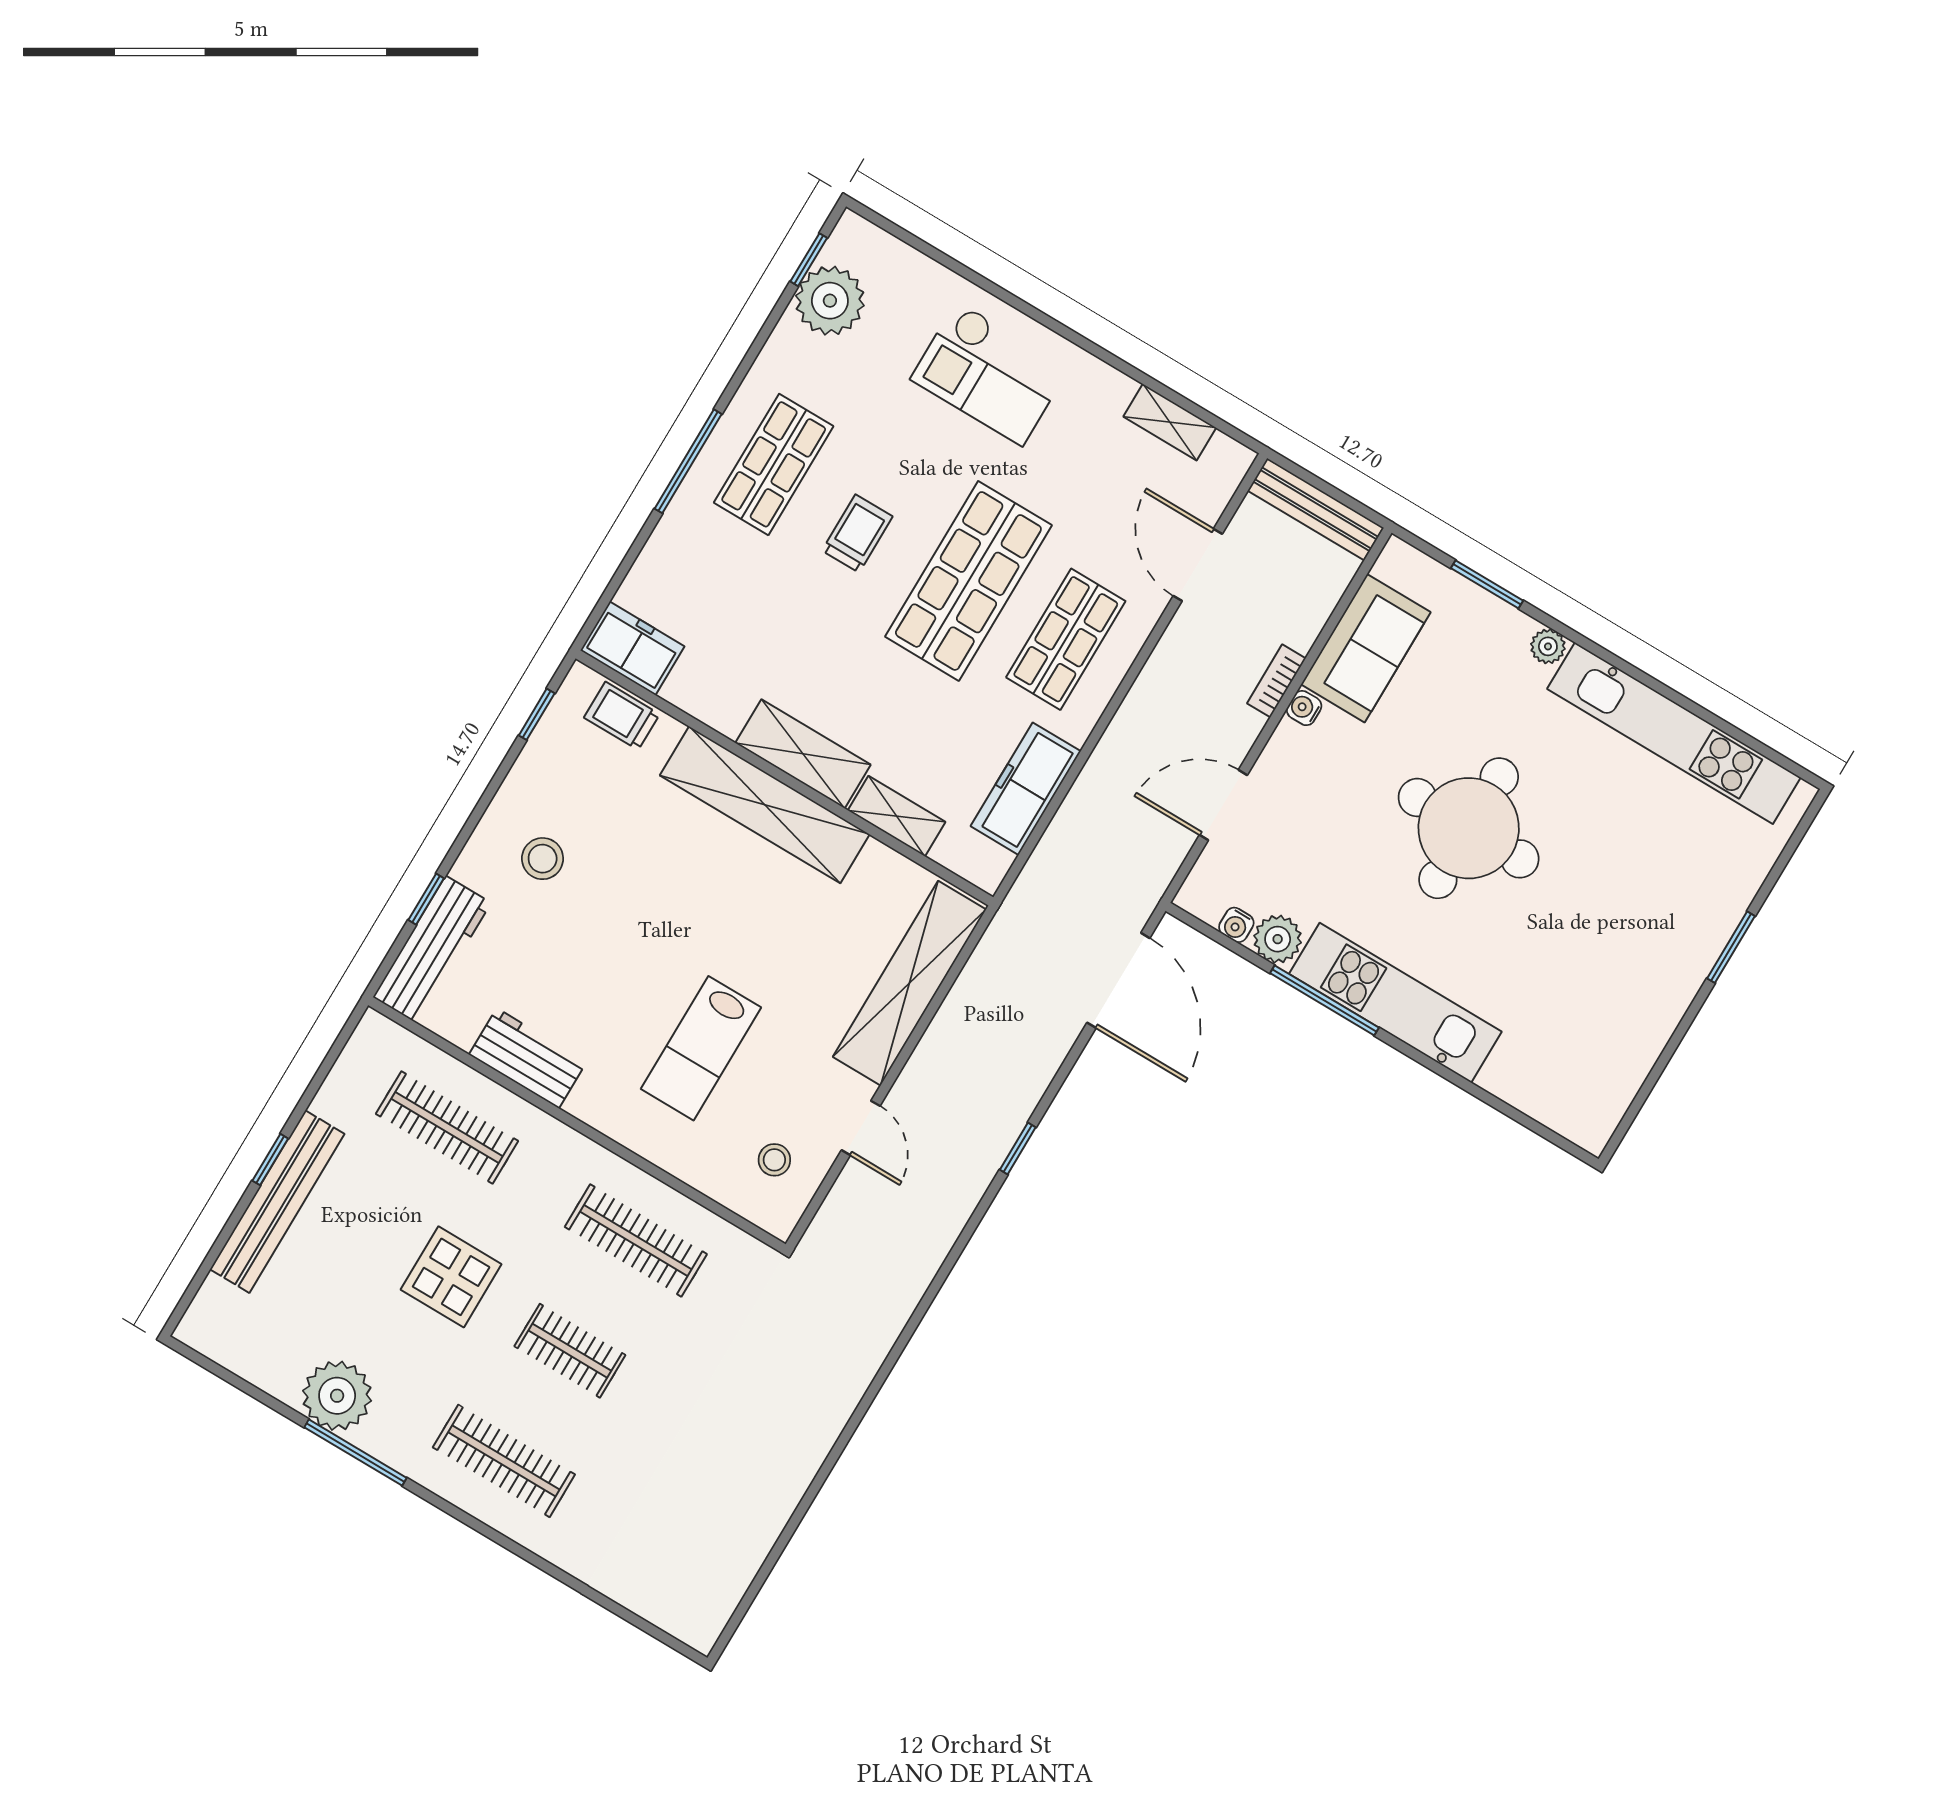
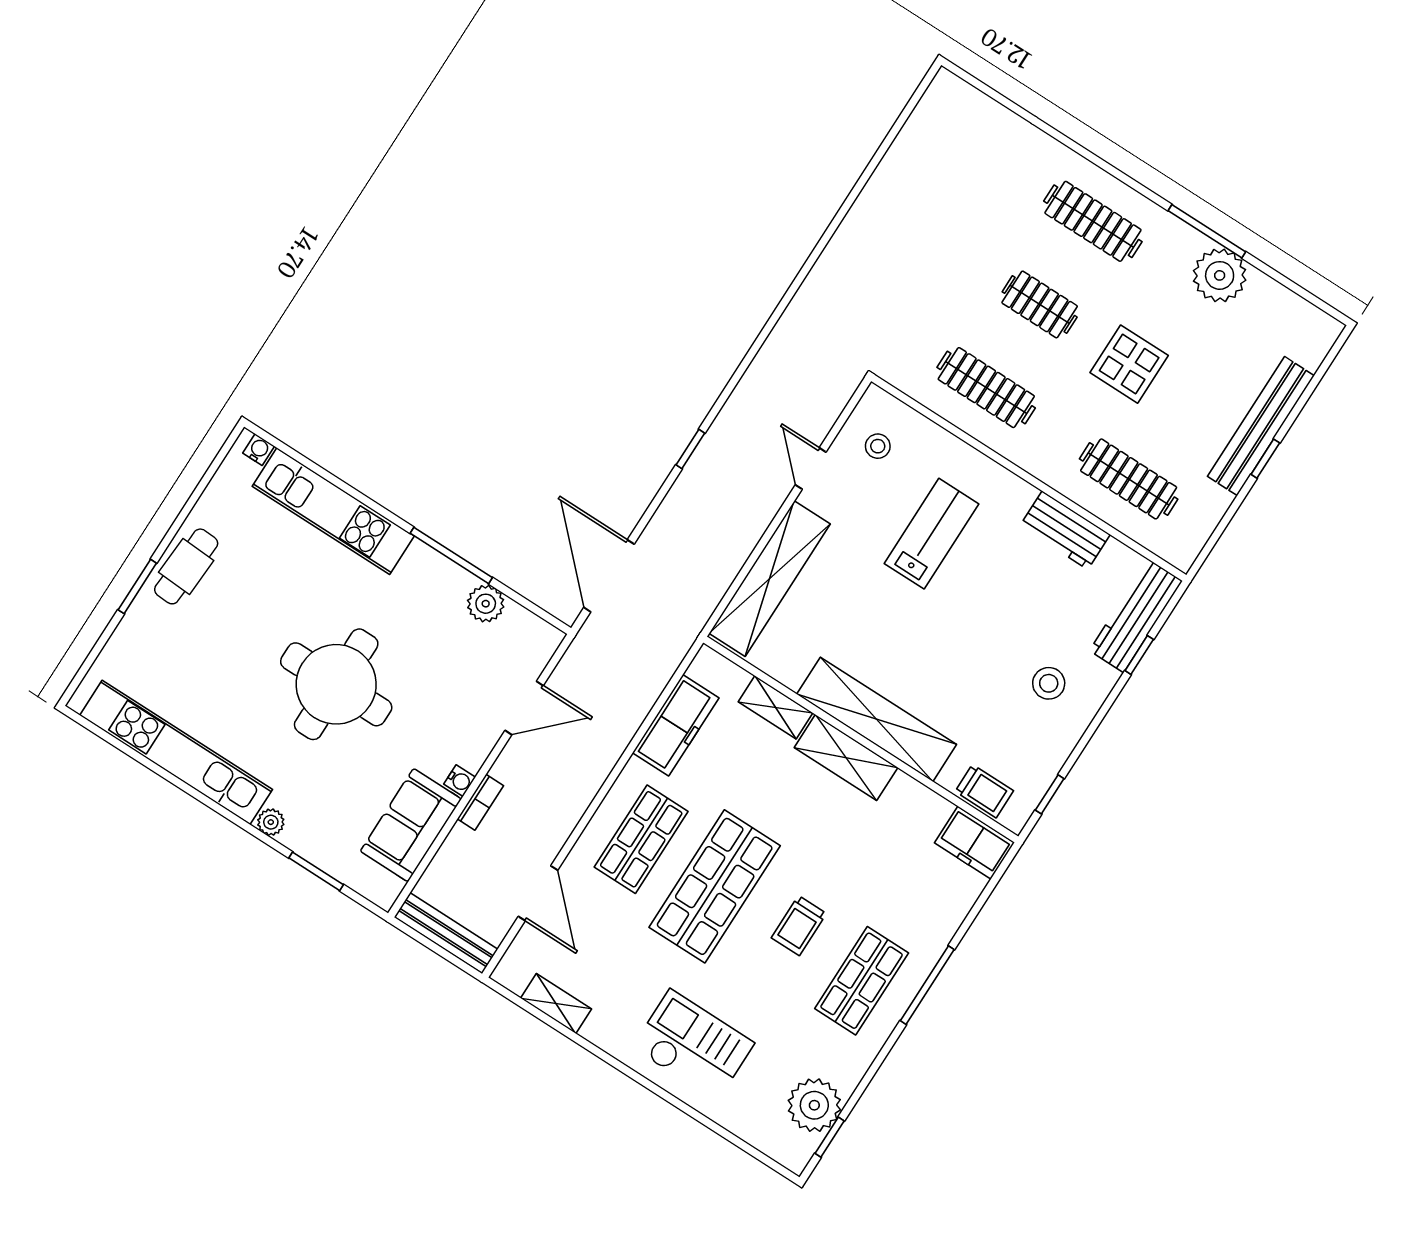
water cooler: (1236, 925) -> (259, 450), moved
cafe table: (1668, 975) -> (186, 566), added
kitchen unit: (1395, 1003) -> (333, 511), moved

